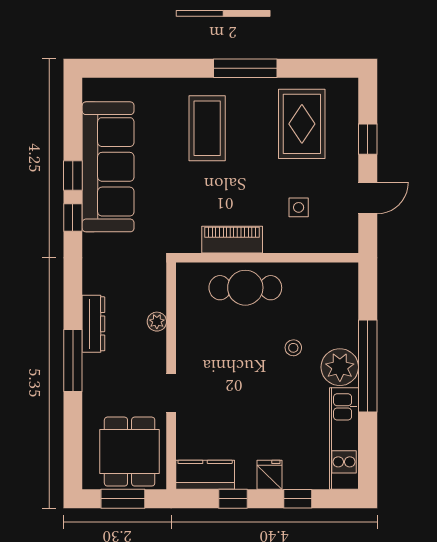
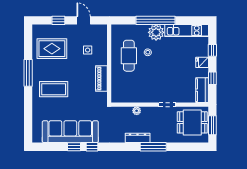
cafe table: (245, 288) -> (129, 56), moved

